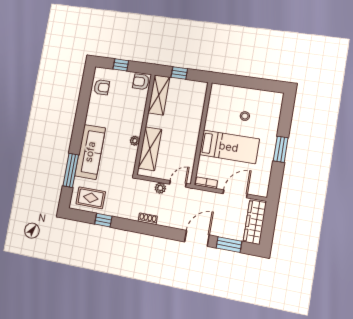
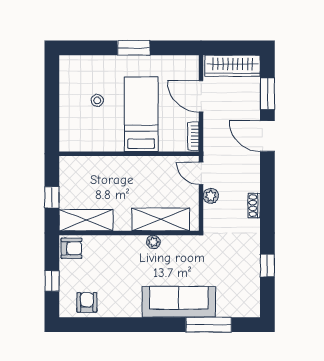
armchair: (141, 82) -> (71, 248), turned -90
rug: (91, 198) -> (241, 289), removed

